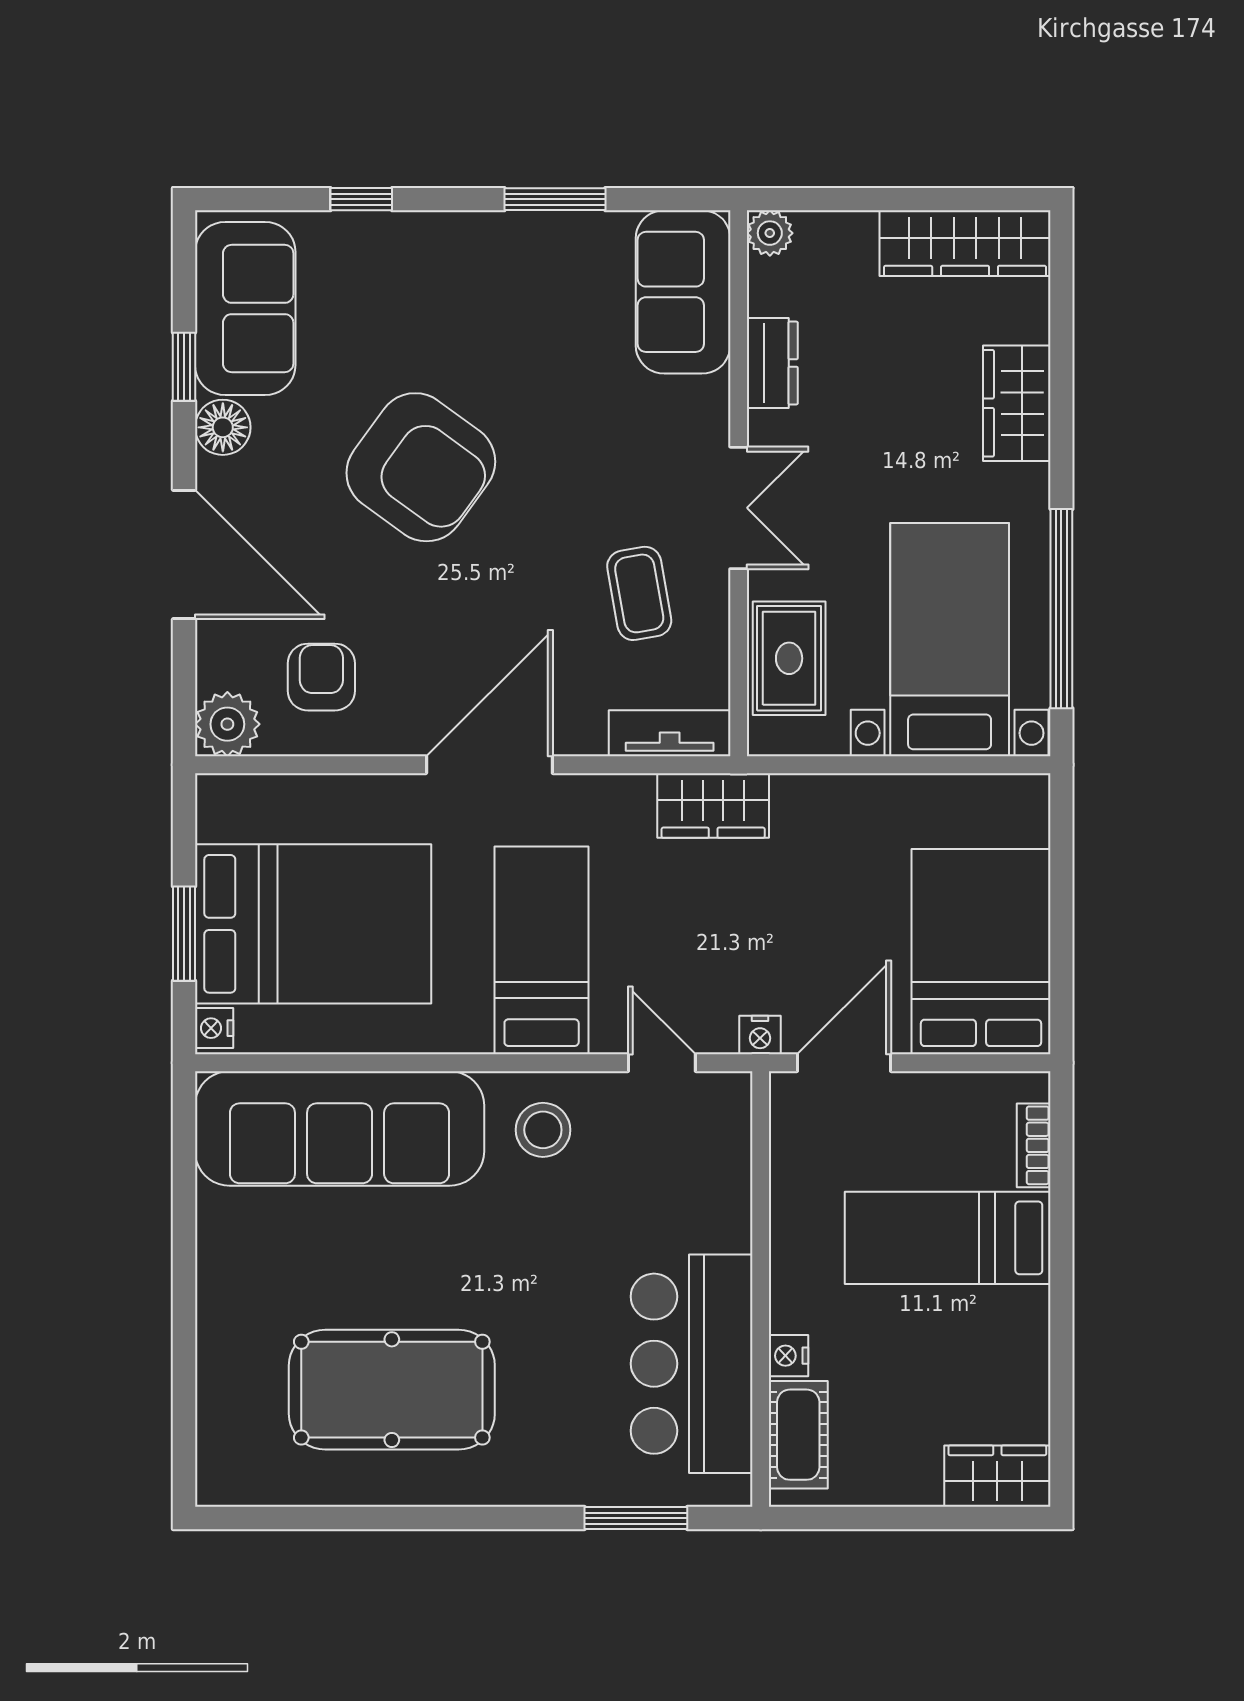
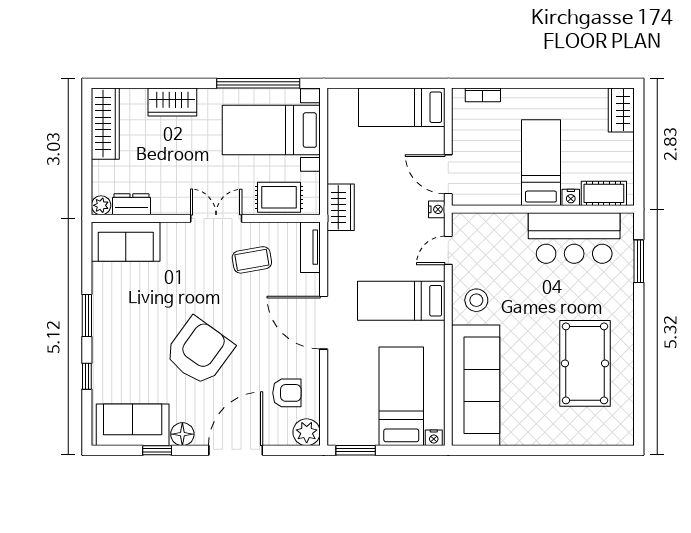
window: (555, 199) -> (87, 315), moved
dresser: (772, 363) -> (131, 204), moved
armchair: (321, 677) -> (287, 393), turned 180
wardrobe: (713, 805) -> (341, 207), moved
bed: (313, 924) -> (401, 396), width x0.67
window: (184, 934) -> (356, 450), moved
bed: (981, 952) -> (402, 107), width x0.67
bed: (948, 1238) -> (541, 163), moved, turned 180

